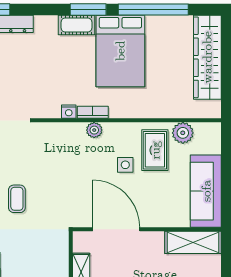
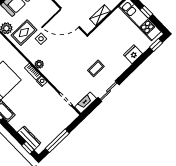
door: (116, 229) -> (70, 18), hinge flipped

